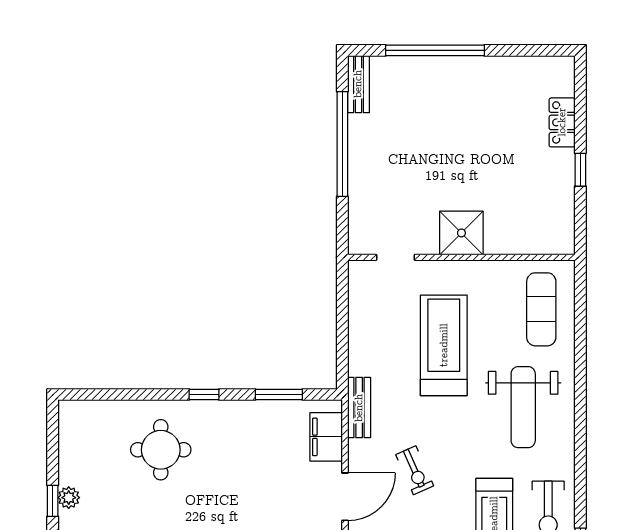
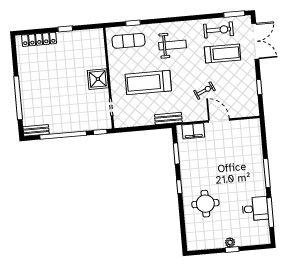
locker: (562, 122) -> (39, 39), width x1.53
window: (342, 228) -> (100, 132), added
window: (580, 323) -> (133, 23), added
weight bench: (523, 407) -> (172, 45), width x0.73, depth x0.75
bench: (359, 408) -> (168, 119), moved

